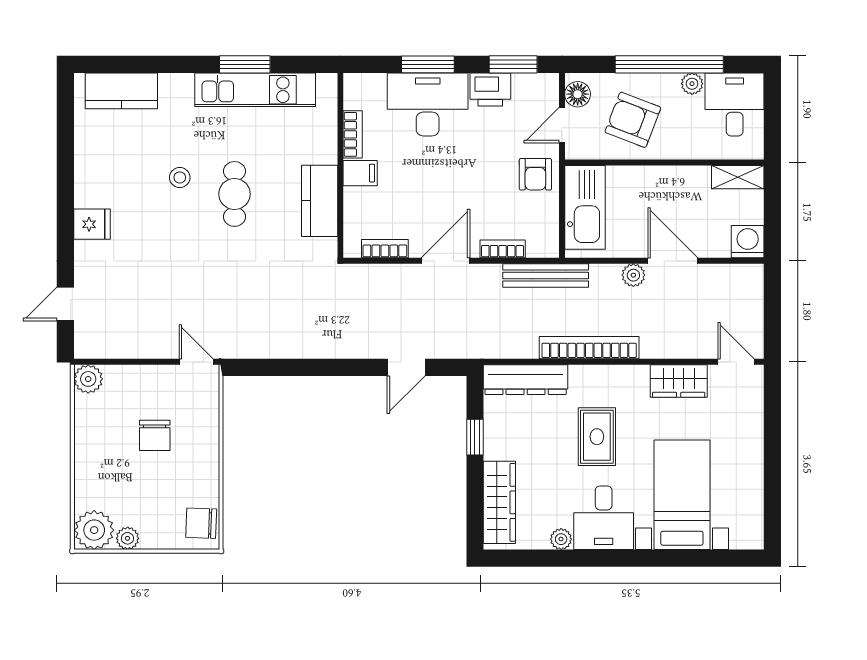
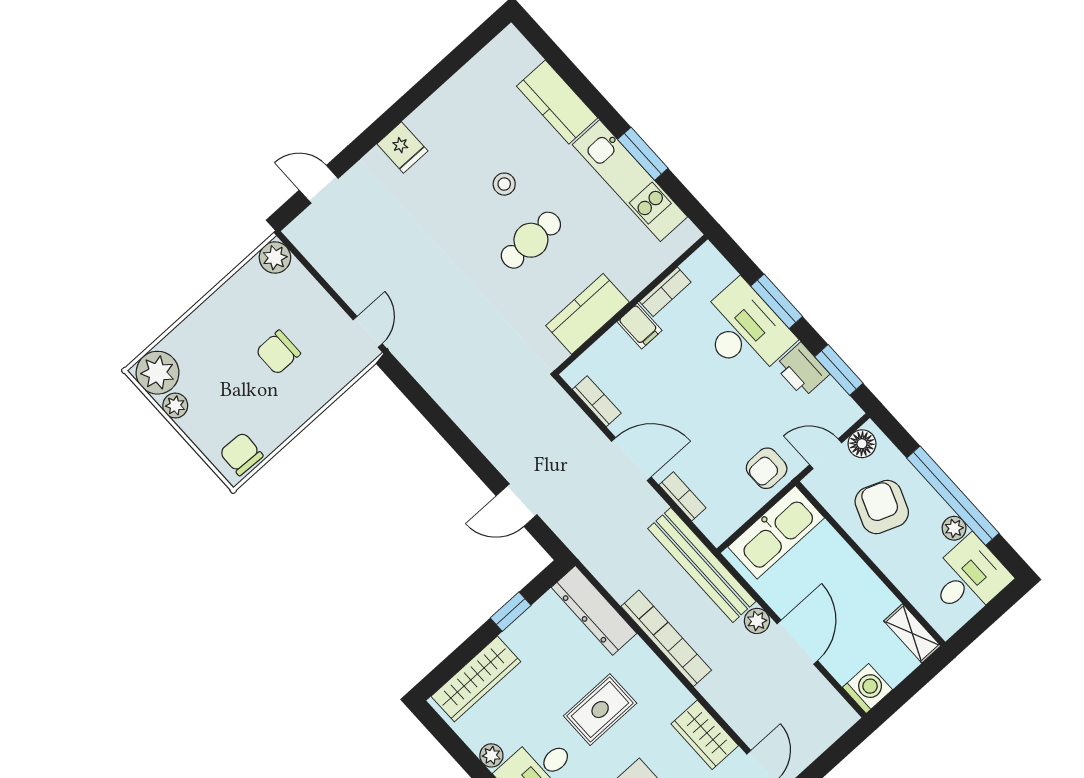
kitchen counter: (121, 91) -> (557, 102), moved
bench: (546, 276) -> (702, 565), width x1.37, depth x1.21

